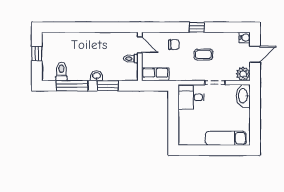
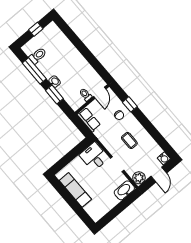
window: (197, 27) -> (130, 104), moved
door: (255, 54) -> (159, 175), hinge flipped
exam couch: (226, 138) -> (75, 190), moved

